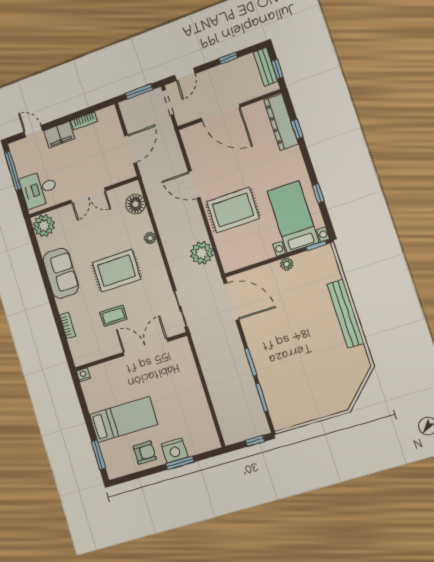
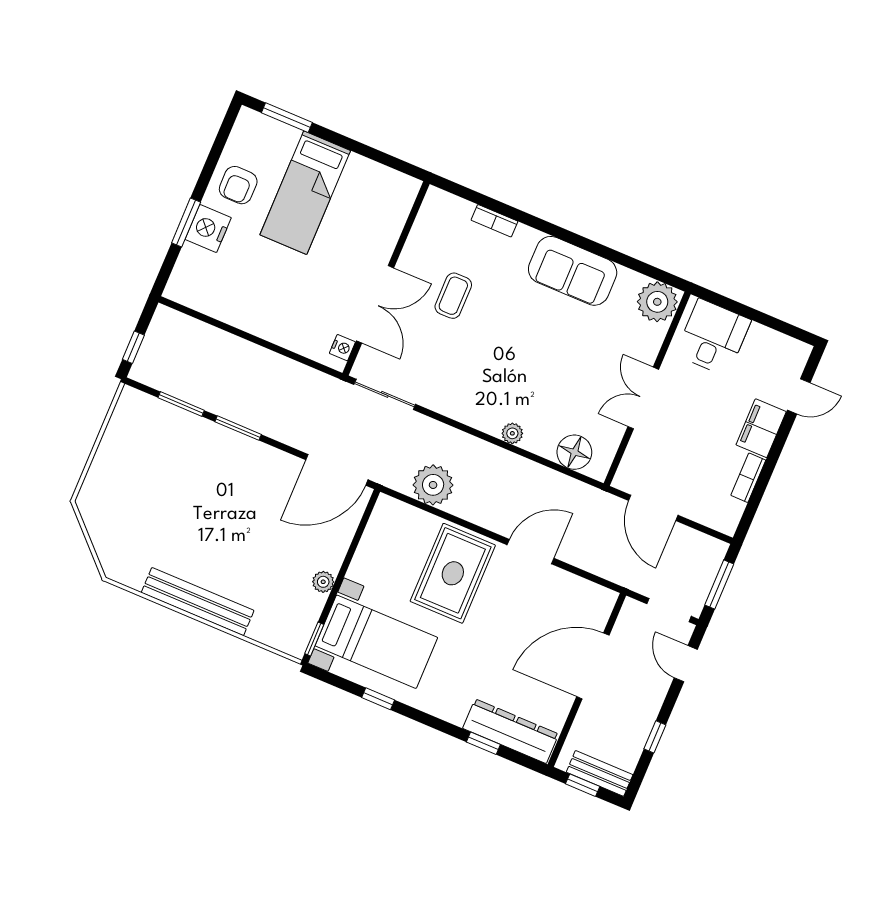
window: (13, 171) -> (771, 322), removed
rug: (117, 271) -> (509, 351), removed
nightstand: (83, 375) -> (342, 348), moved

